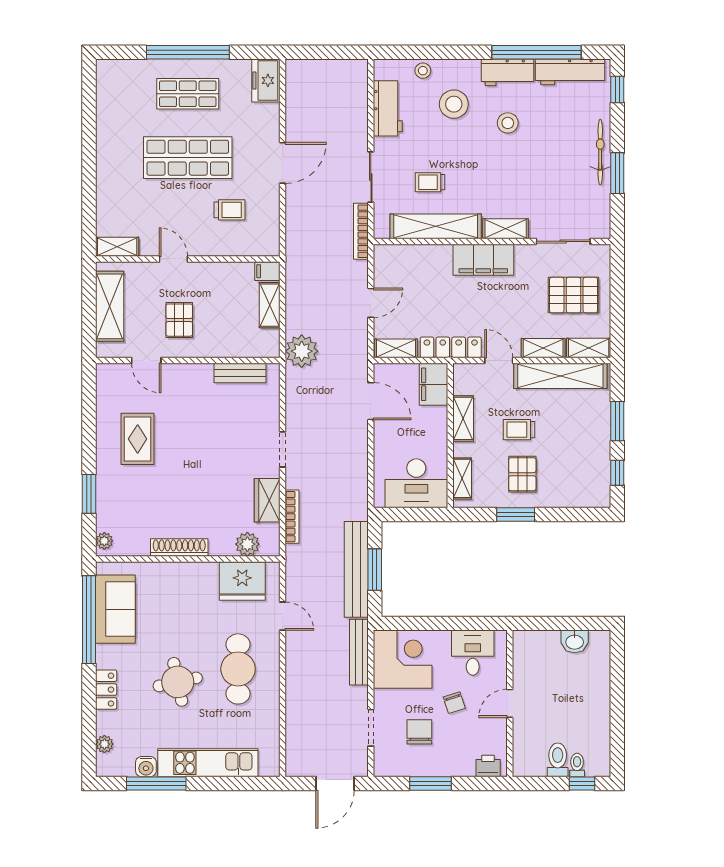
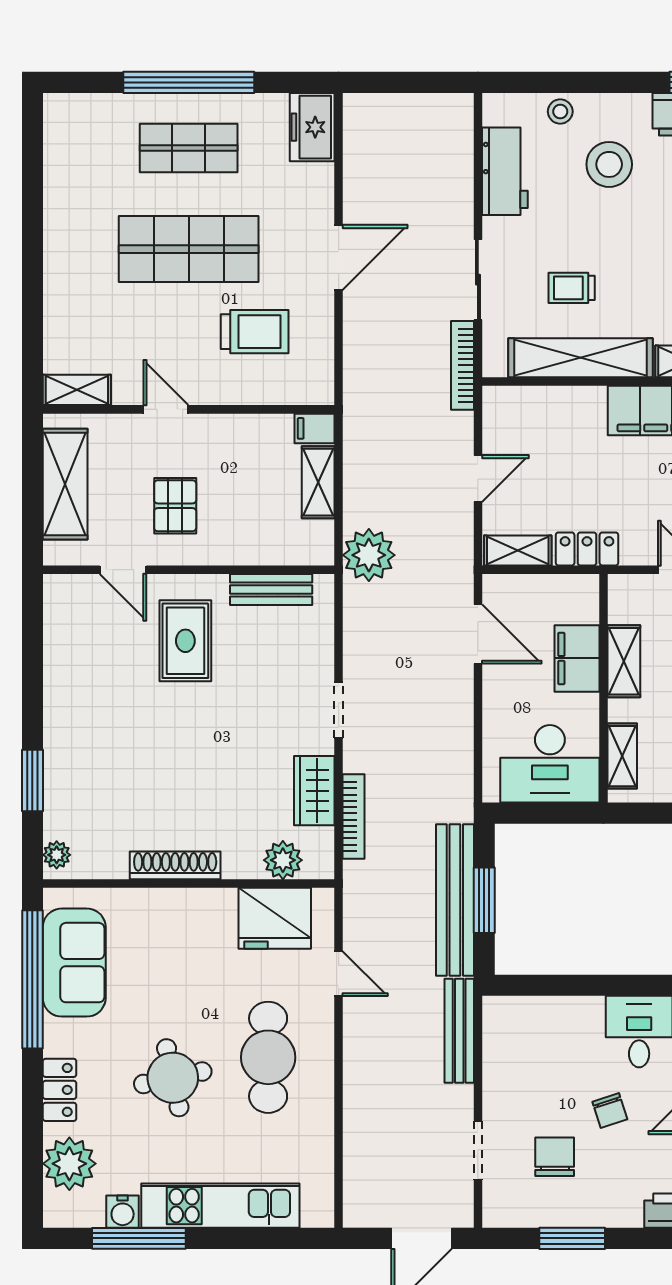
trolley: (230, 210) -> (255, 332), width x1.36, depth x1.39
locker: (451, 347) -> (587, 549), width x0.66
filing cabinet: (433, 384) -> (577, 658), moved
rug: (138, 439) -> (185, 641), moved
corner desk: (403, 659) -> (528, 1042), removed
plant: (104, 744) -> (69, 1164), width x1.88, depth x1.88

